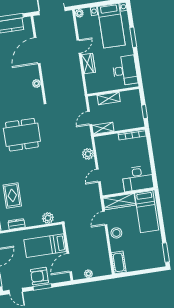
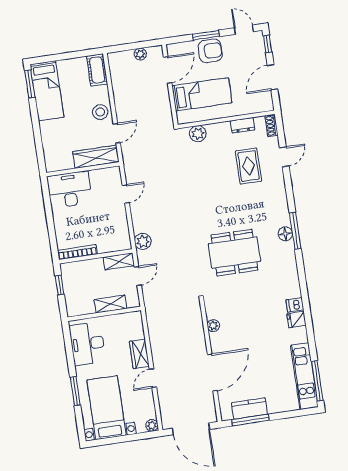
plant: (88, 154) -> (143, 241), moved
bed: (147, 212) -> (47, 91), moved, turned 180

